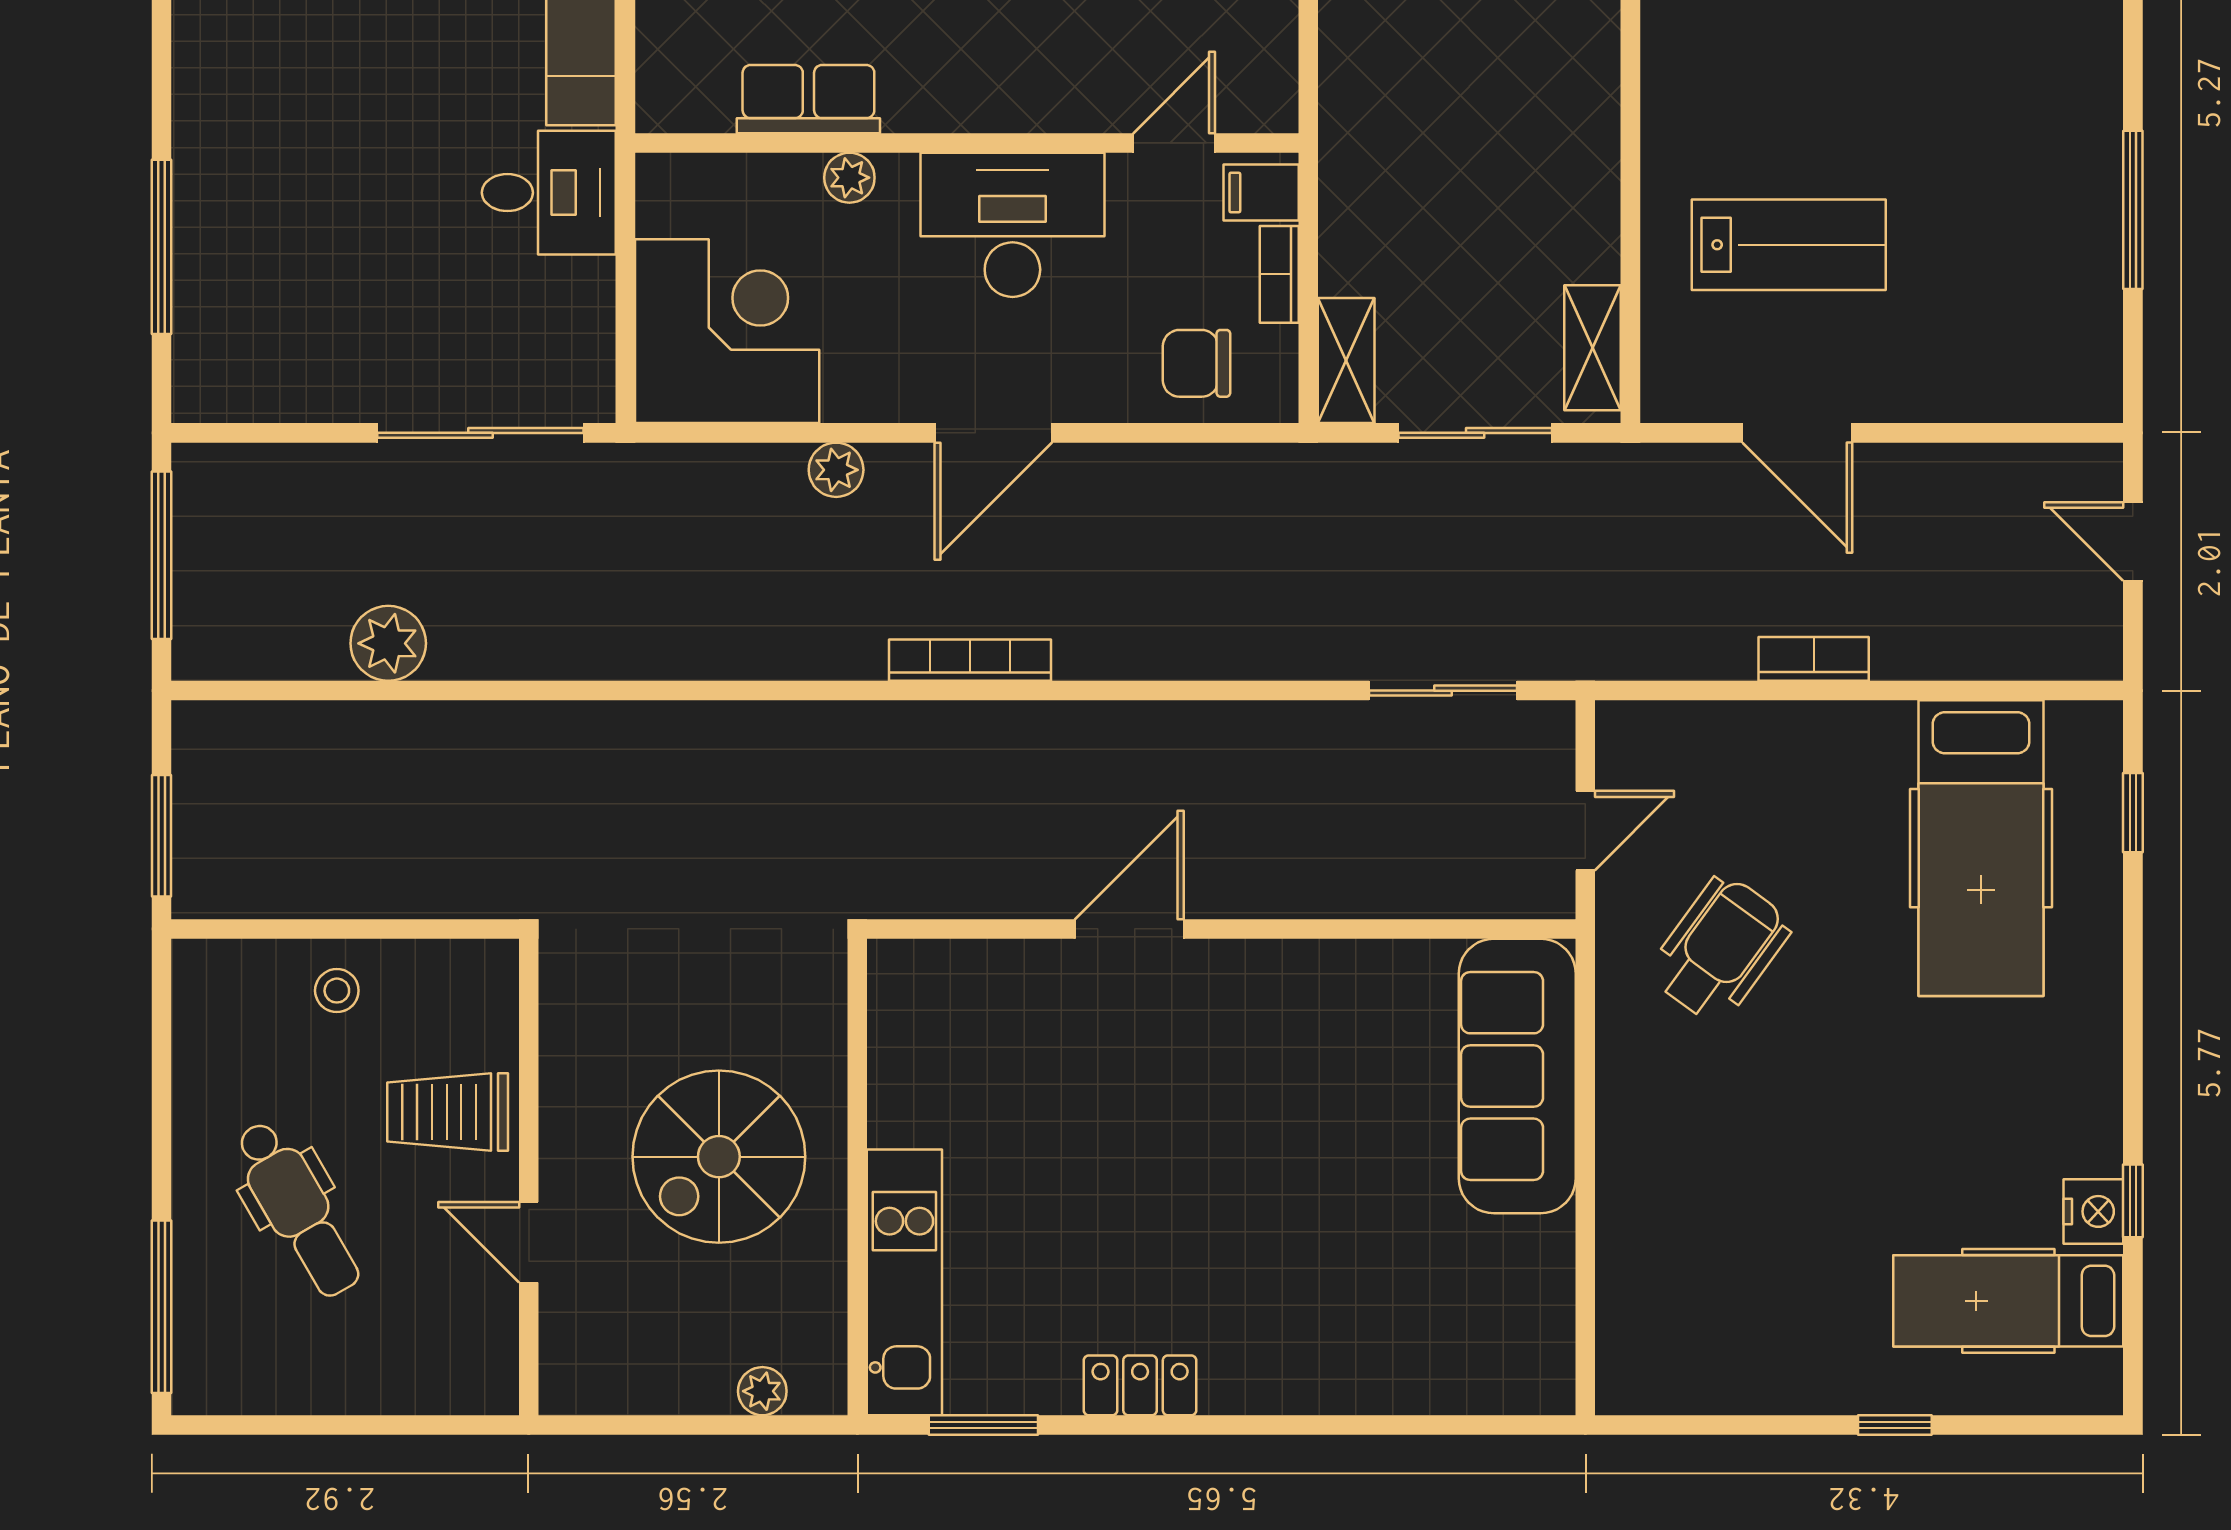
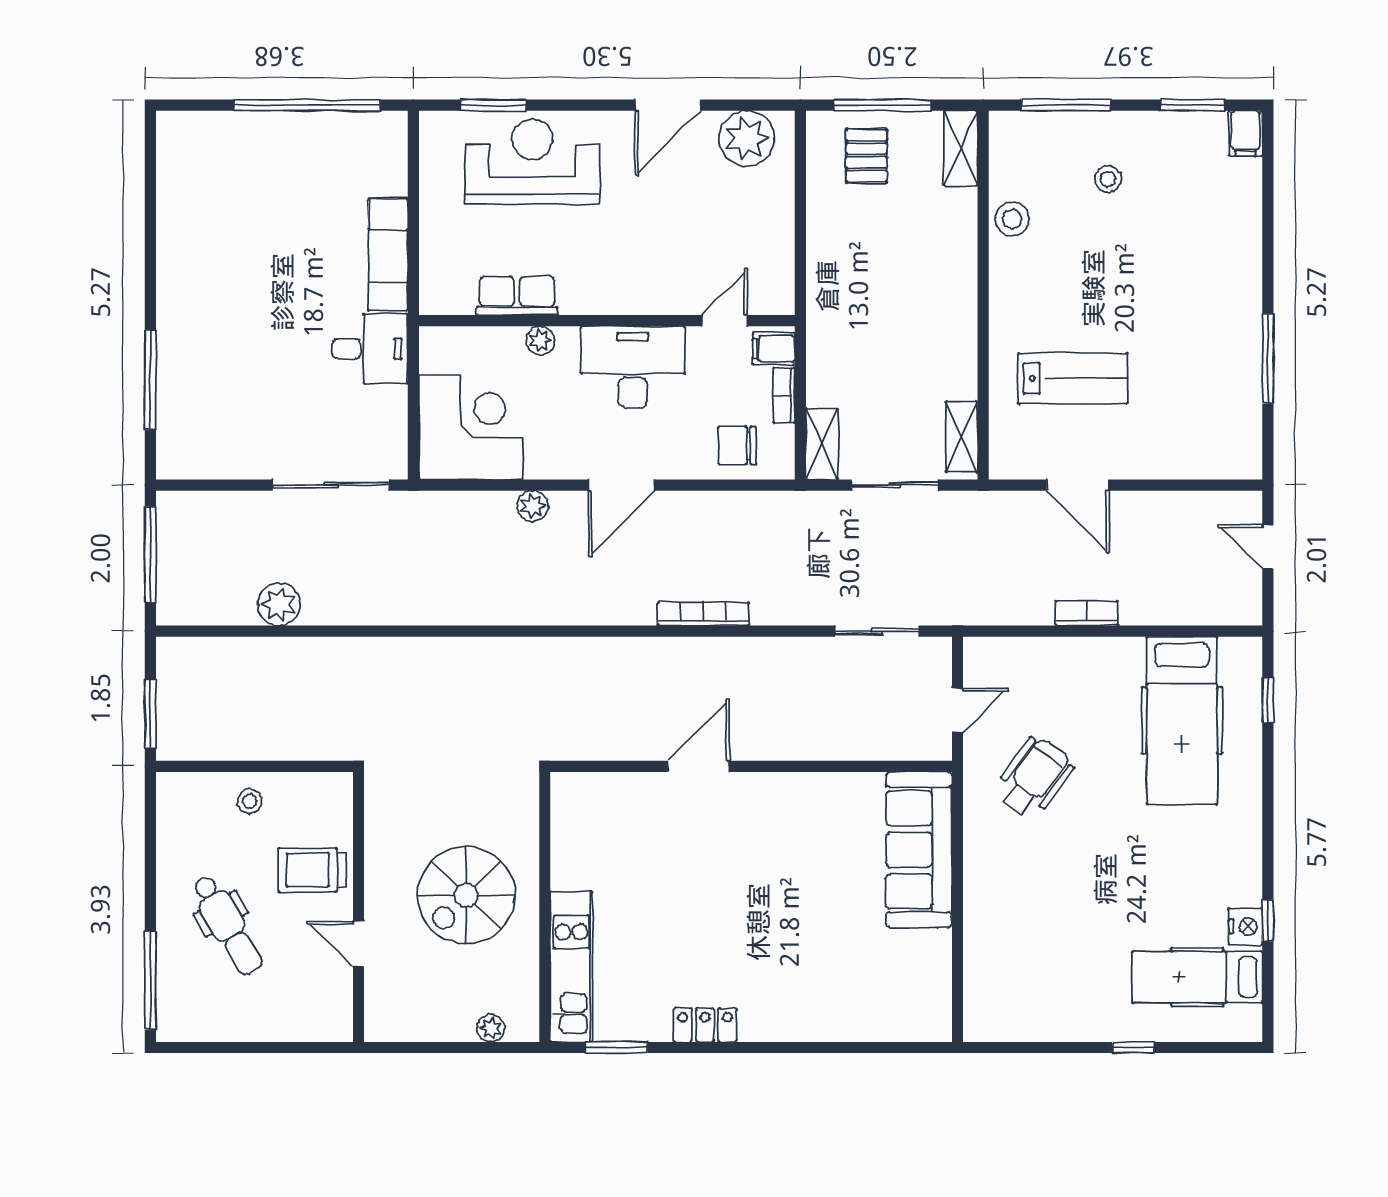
bookcase: (970, 660) -> (703, 614), moved

